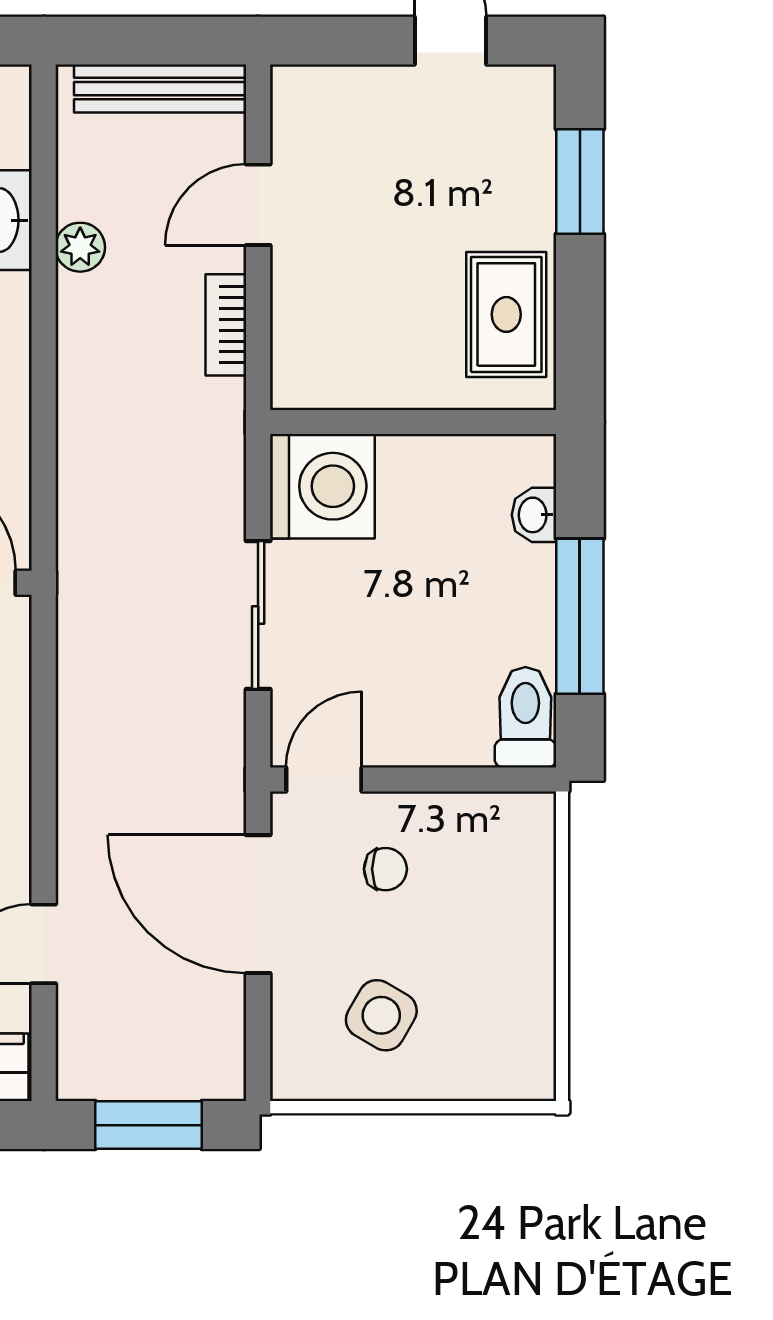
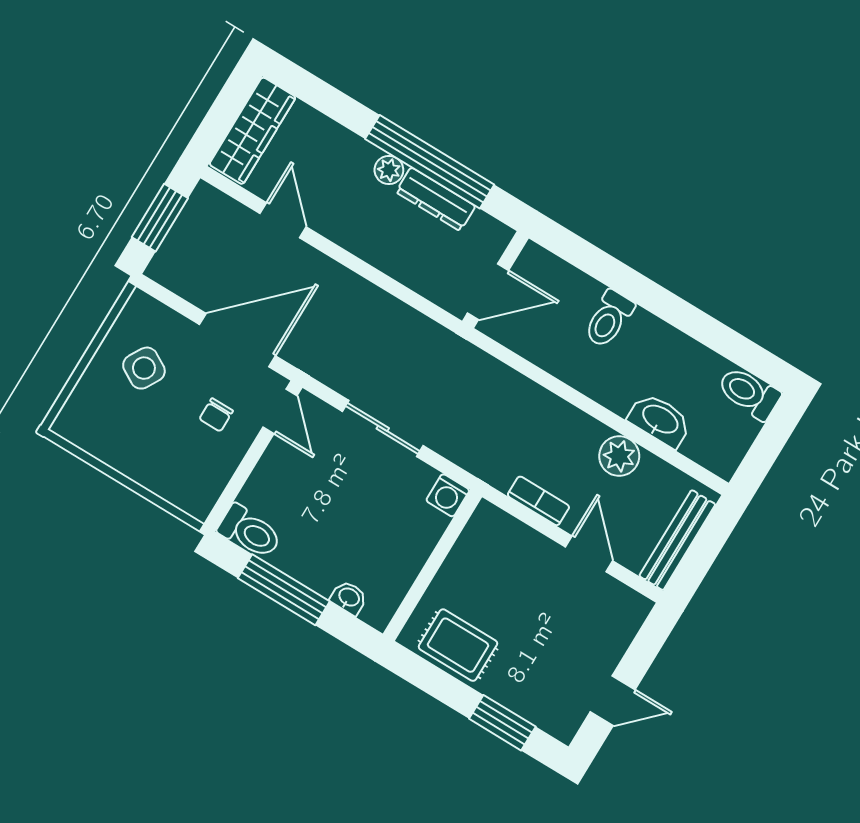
plant: (80, 247) -> (619, 456), width x1.38, depth x1.38
washing machine: (322, 486) -> (448, 495), width x0.53, depth x0.53

